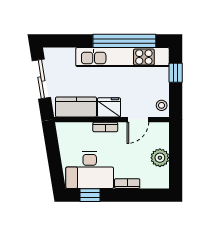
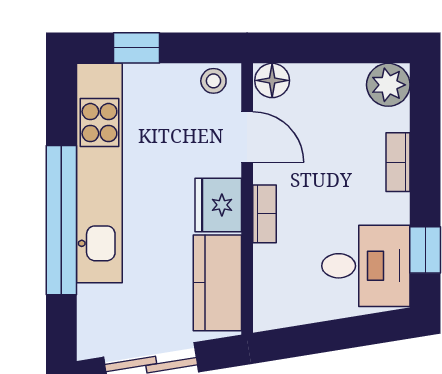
window: (124, 41) -> (61, 220), moved
floor lamp: (162, 130) -> (272, 80), added
plant: (160, 158) -> (388, 85), moved
desk: (90, 170) -> (366, 266), width x0.73

